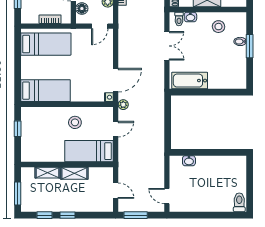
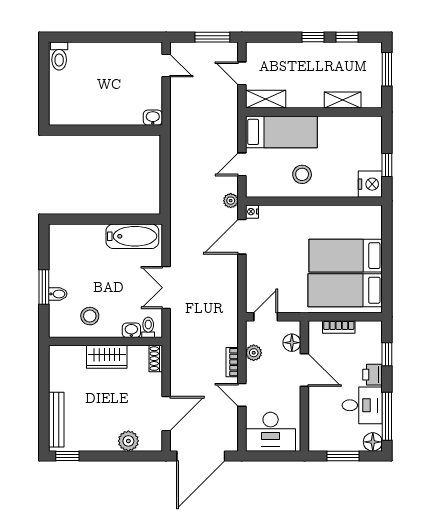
bed: (45, 91) -> (346, 256), moved
nightstand: (29, 116) -> (370, 184), added
washbasin: (189, 161) -> (153, 118), moved
shelving: (74, 173) -> (266, 99), moved

